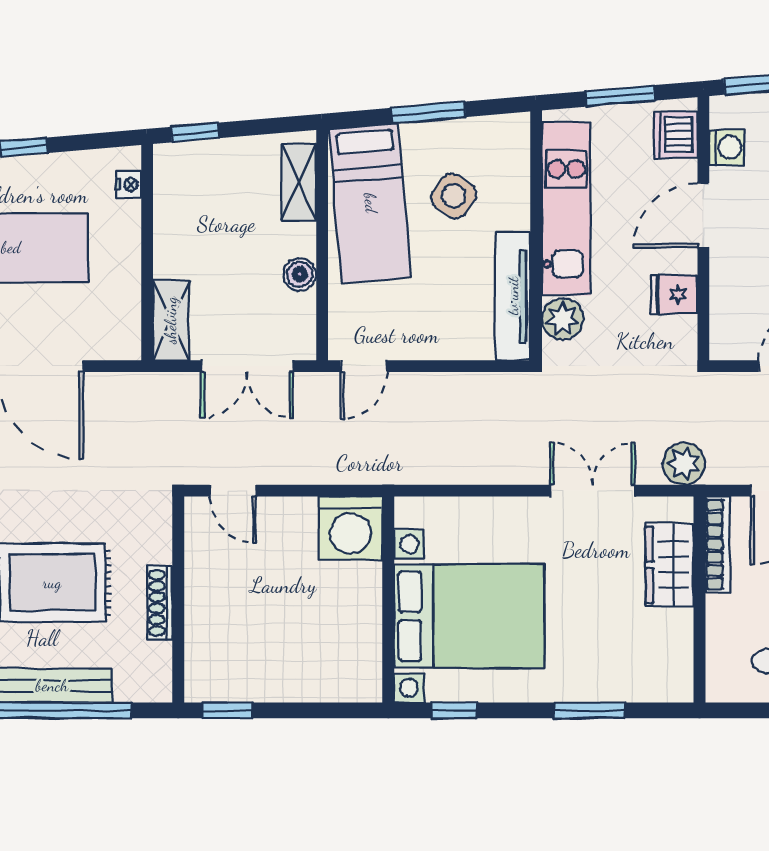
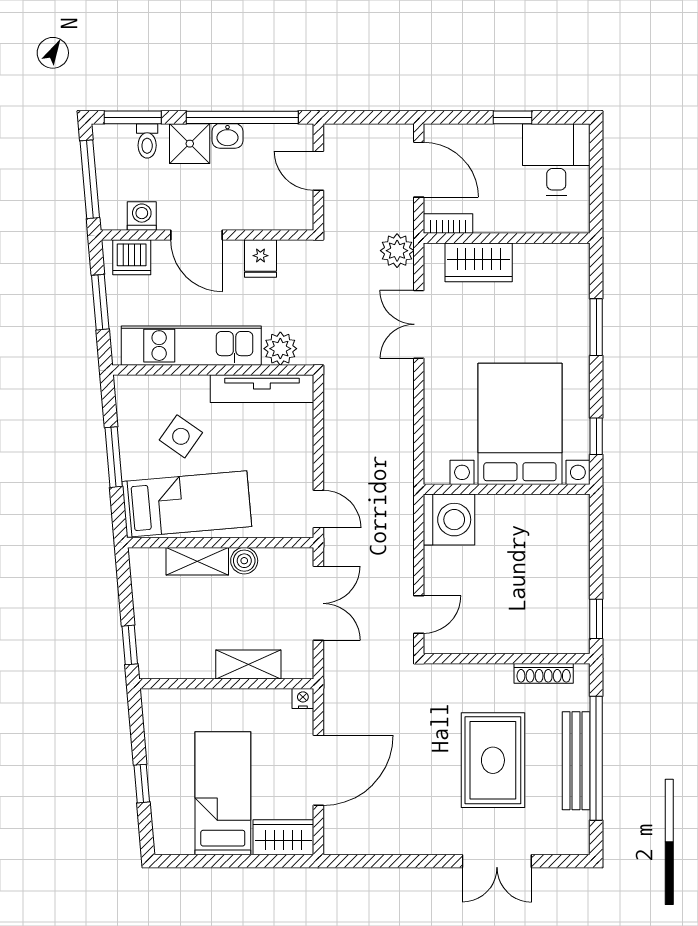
shelving: (299, 182) -> (197, 561), moved
nightstand: (129, 184) -> (303, 699), moved
shelving: (171, 320) -> (248, 664), moved
bookcase: (718, 544) -> (448, 224), width x0.64
shoe rack: (160, 603) -> (544, 673), moved

